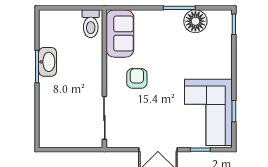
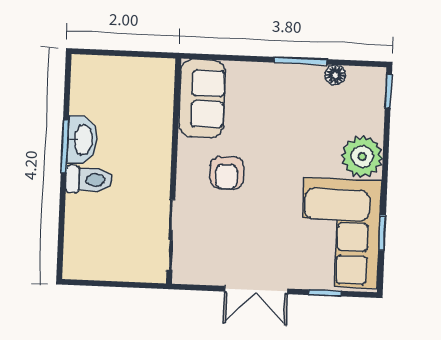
floor lamp: (195, 21) -> (335, 75), width x0.53, depth x0.53
toilet: (91, 24) -> (89, 180), moved, turned -90
plant: (220, 65) -> (362, 157), added
armchair: (137, 78) -> (227, 173), turned 180

